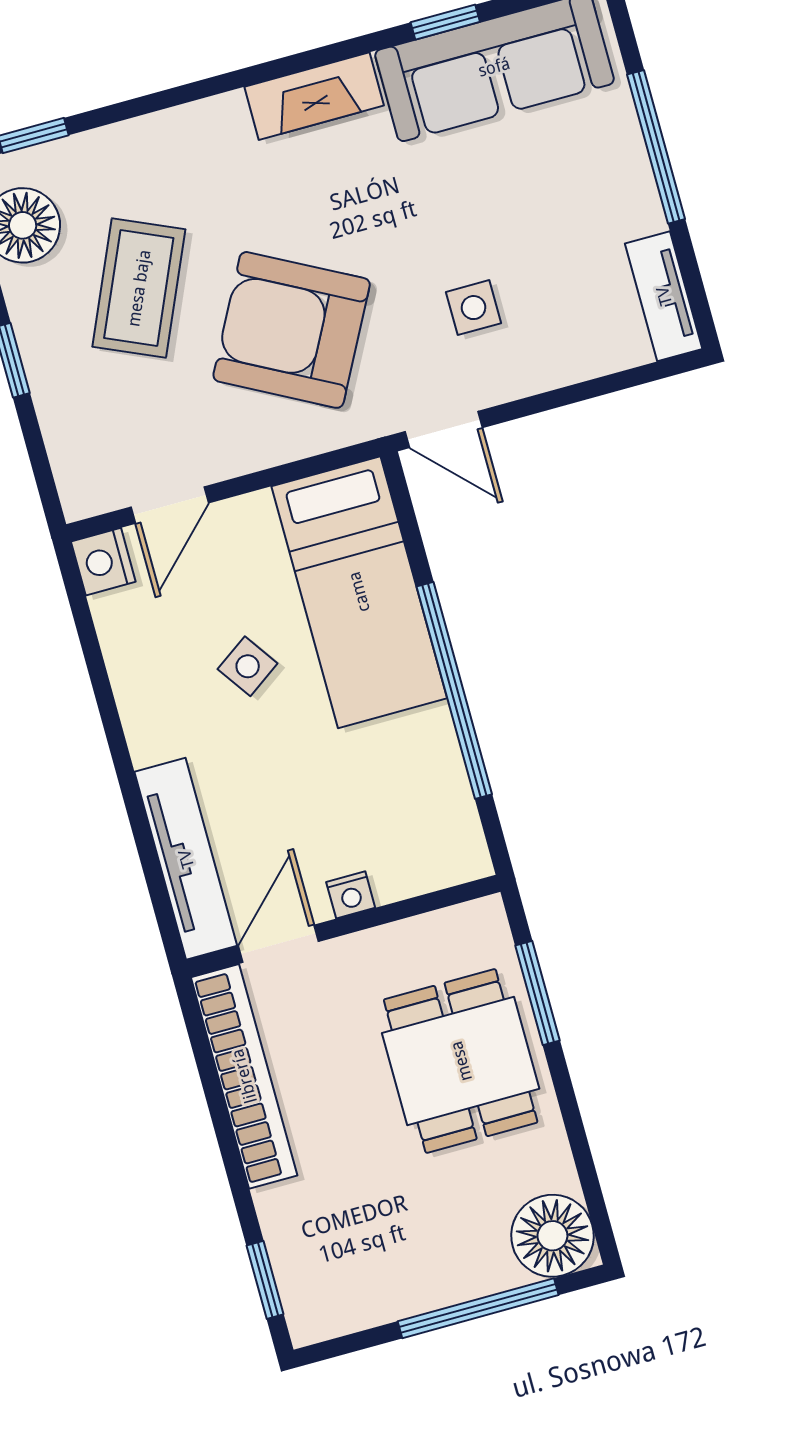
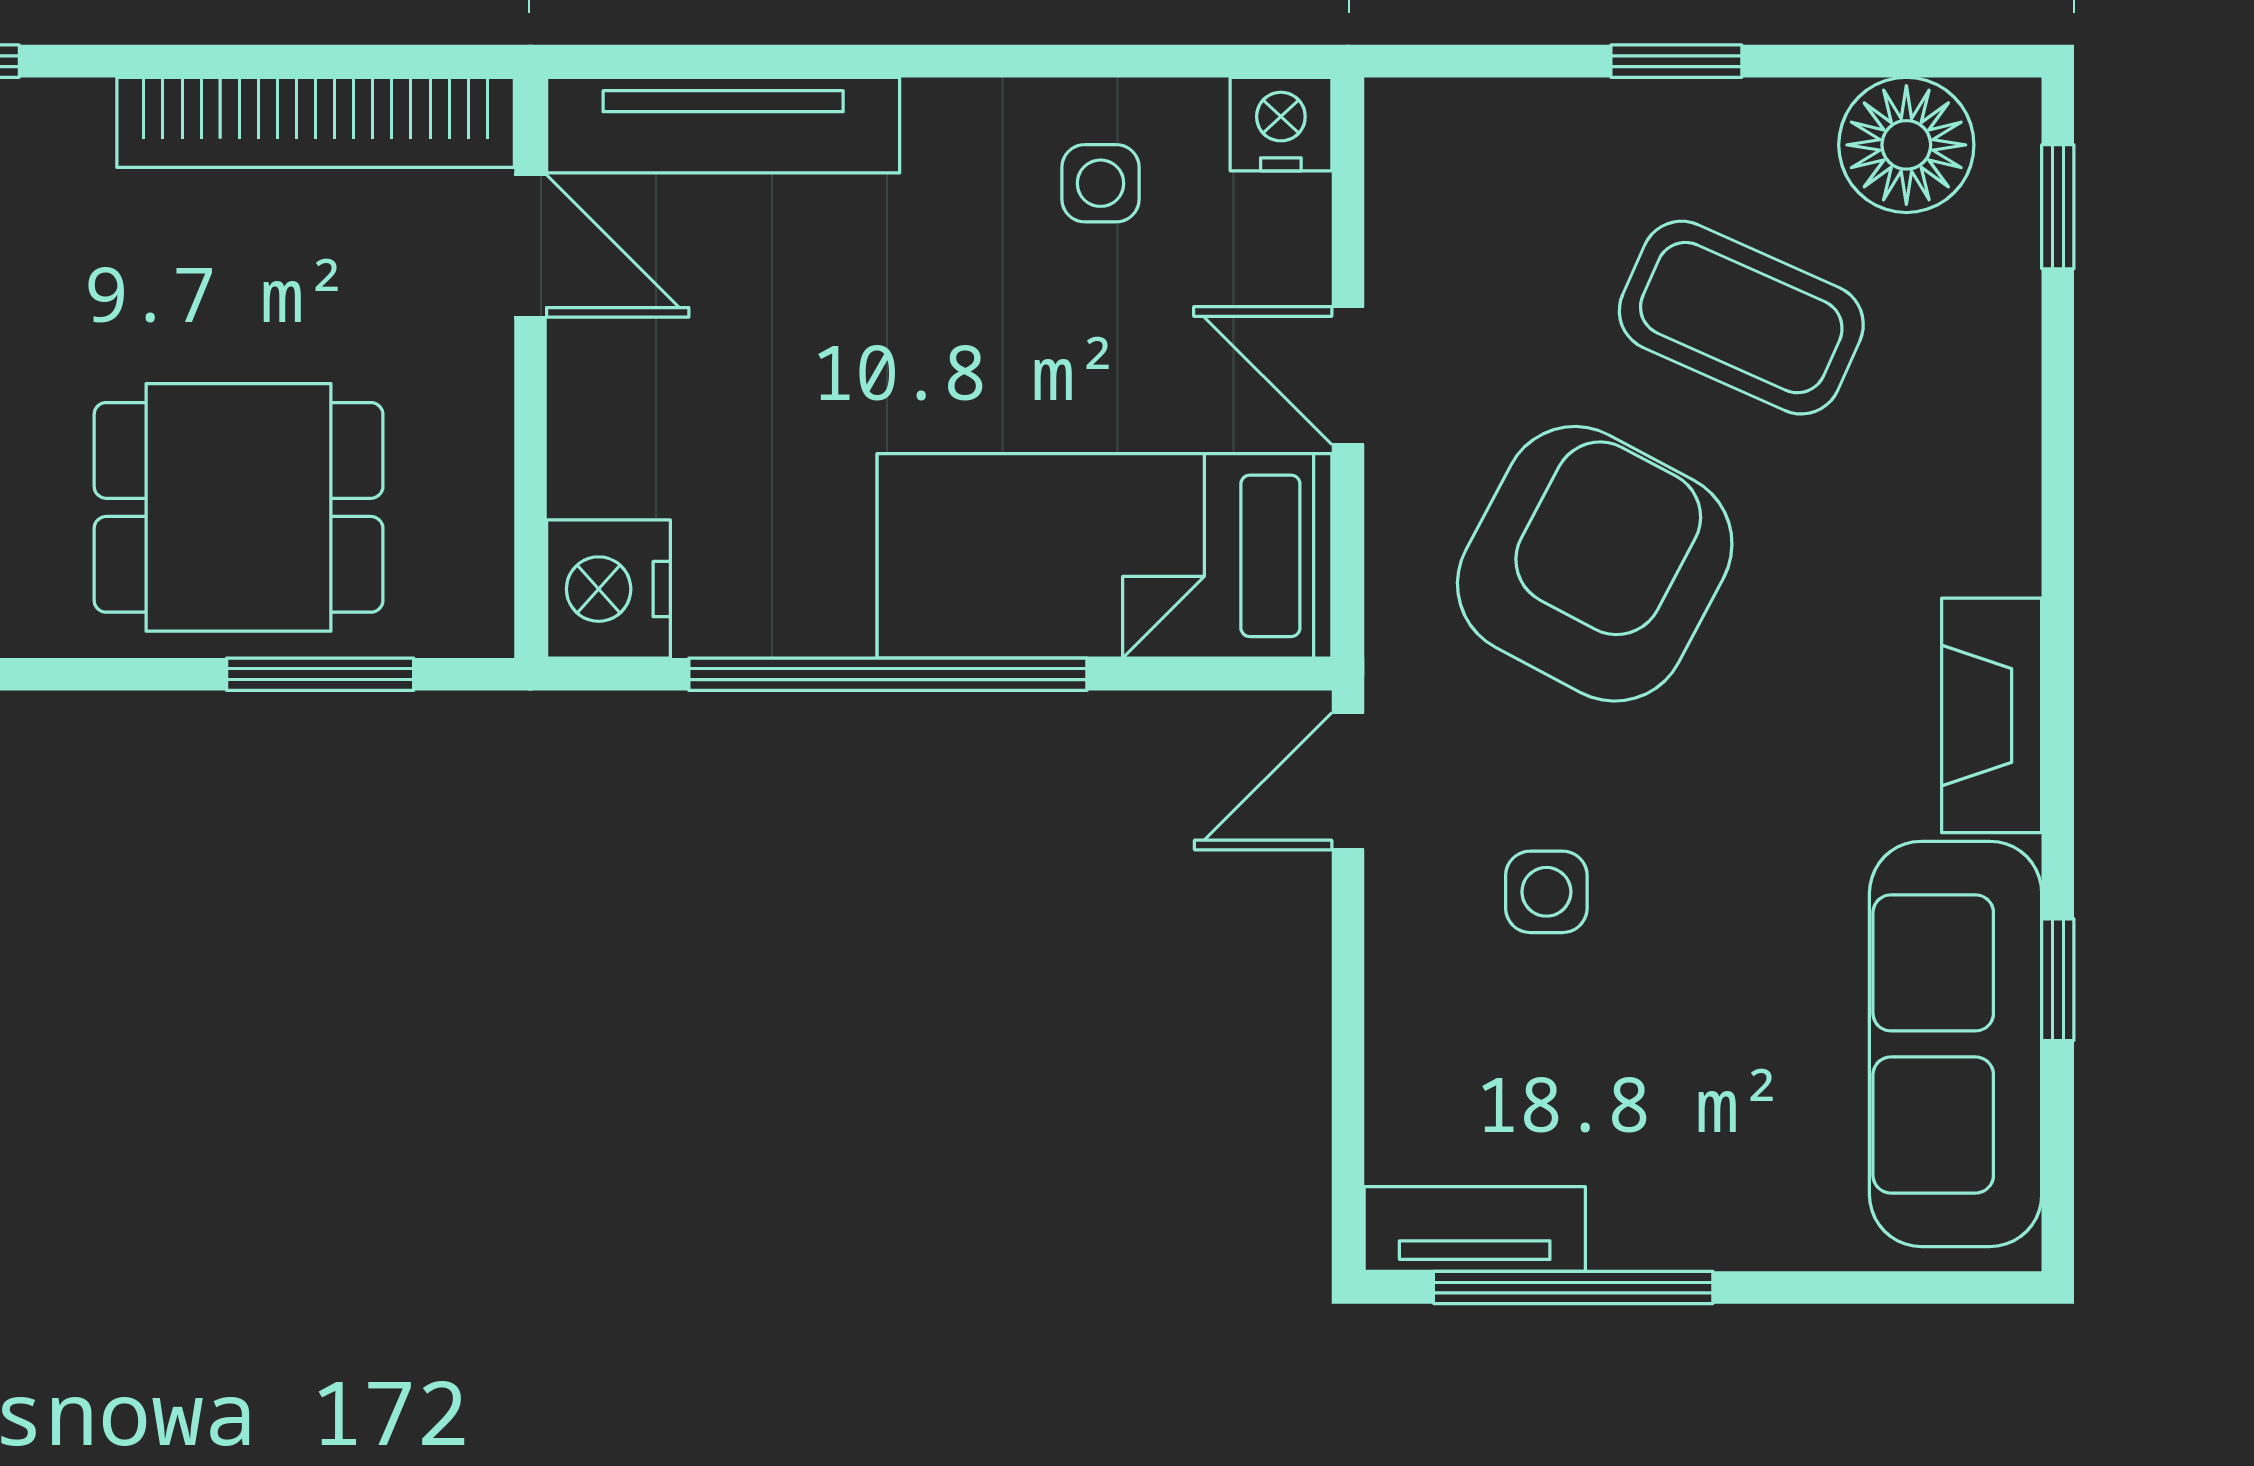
window: (656, 147) -> (1573, 1287), moved
door: (170, 505) -> (1348, 376), moved
side table: (248, 666) -> (1101, 183), moved, turned 35
nightstand: (351, 895) -> (609, 589), moved, width x1.89, depth x1.79

